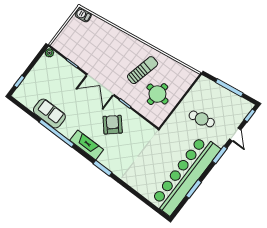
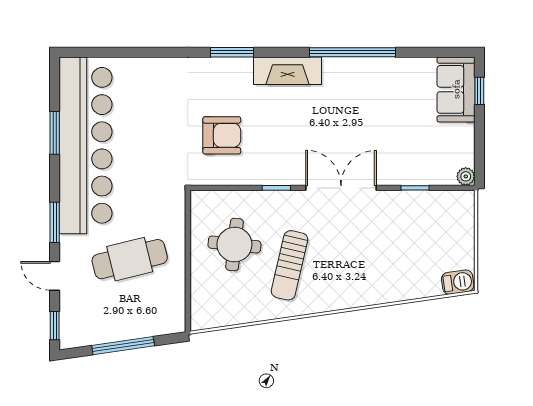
sofa: (49, 113) -> (456, 89), moved, turned 90
cafe table: (202, 119) -> (130, 259), width x1.37, depth x1.35
armchair: (113, 125) -> (222, 135), moved, turned -49

